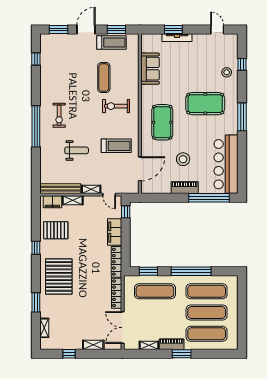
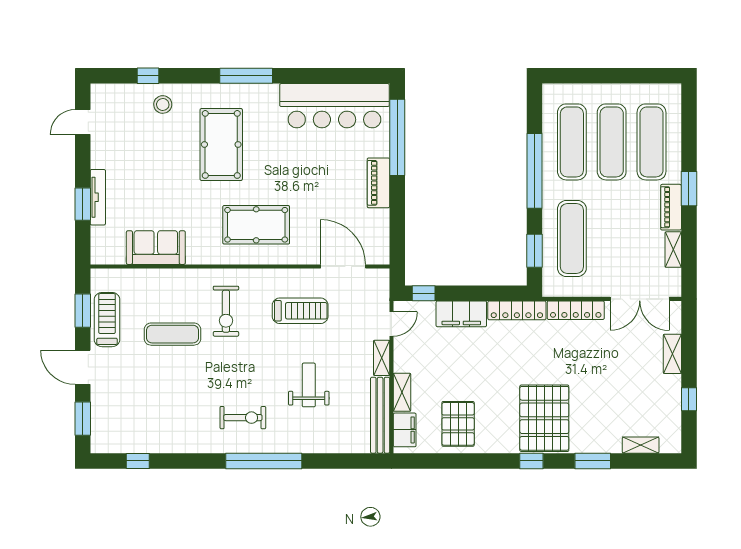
treadmill: (116, 146) -> (300, 311), turned 90
stool: (183, 159) -> (325, 186), removed
window: (36, 248) -> (531, 461), moved
pallet: (59, 276) -> (544, 418), turned 90

